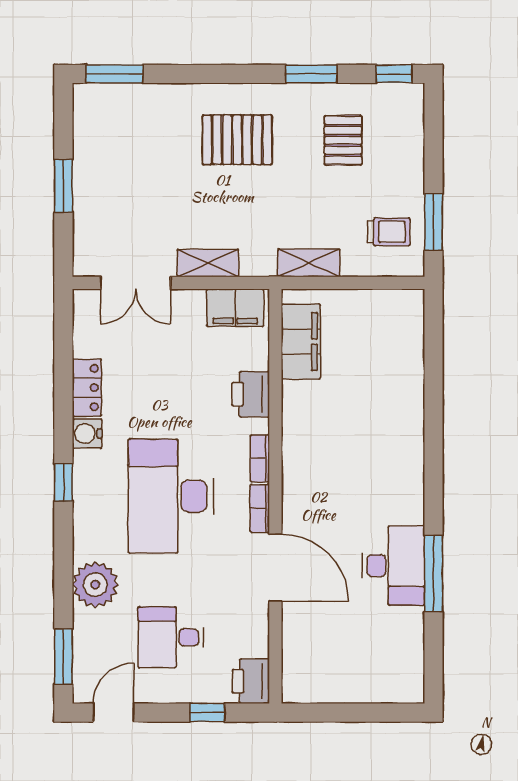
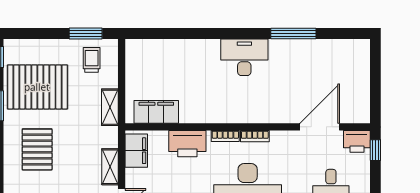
pallet: (343, 140) -> (37, 87), width x2.05, depth x2.00
printer: (251, 394) -> (187, 144), width x1.37, depth x1.19
desk: (393, 566) -> (244, 57), moved
door: (275, 568) -> (320, 127), moved
window: (207, 713) -> (375, 150), moved

